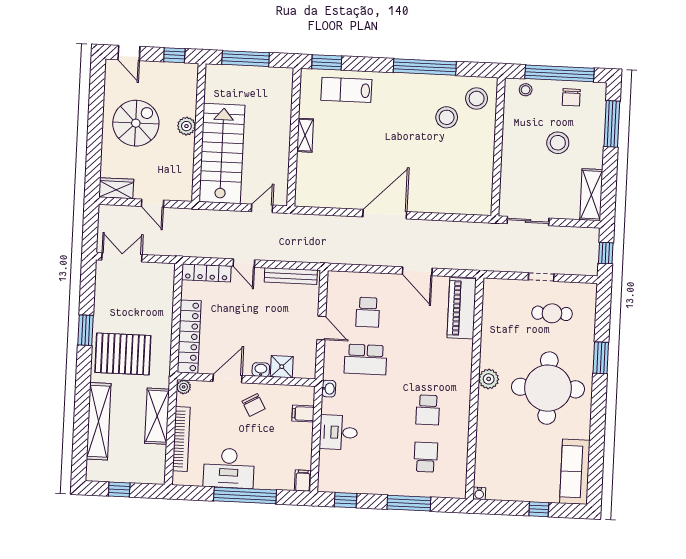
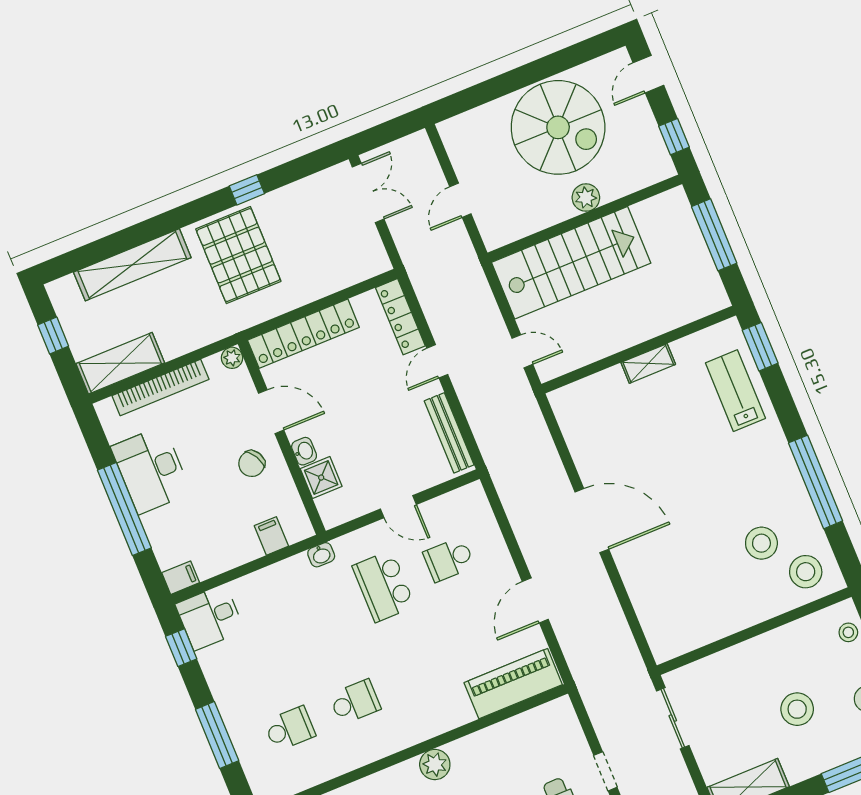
spiral stairs: (136, 123) -> (558, 127), width x1.37, depth x1.37
wardrobe: (116, 188) -> (458, 142), removed
door: (321, 328) -> (398, 507), hinge flipped
window: (86, 330) -> (247, 190), width x0.67
school desk: (428, 410) -> (355, 702), turned 180
shelving: (157, 416) -> (120, 363), moved
desk: (338, 432) -> (210, 617), moved, turned -90

